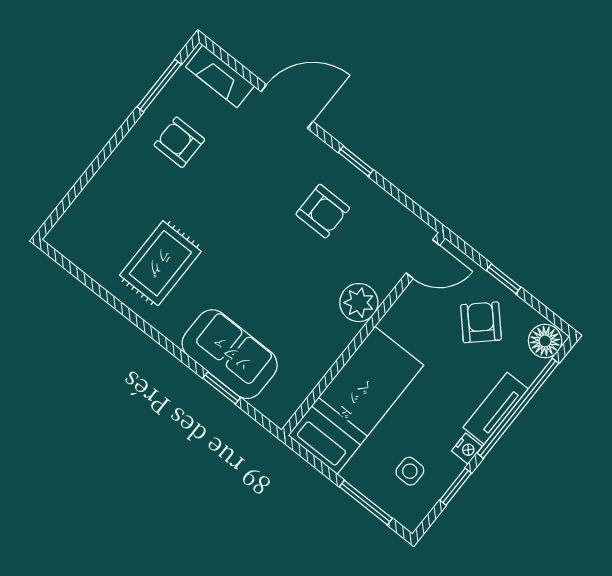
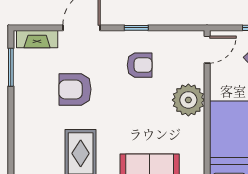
armchair: (179, 142) -> (75, 89), moved, width x1.38, depth x1.38
plant: (359, 303) -> (188, 100), width x1.36, depth x1.36

